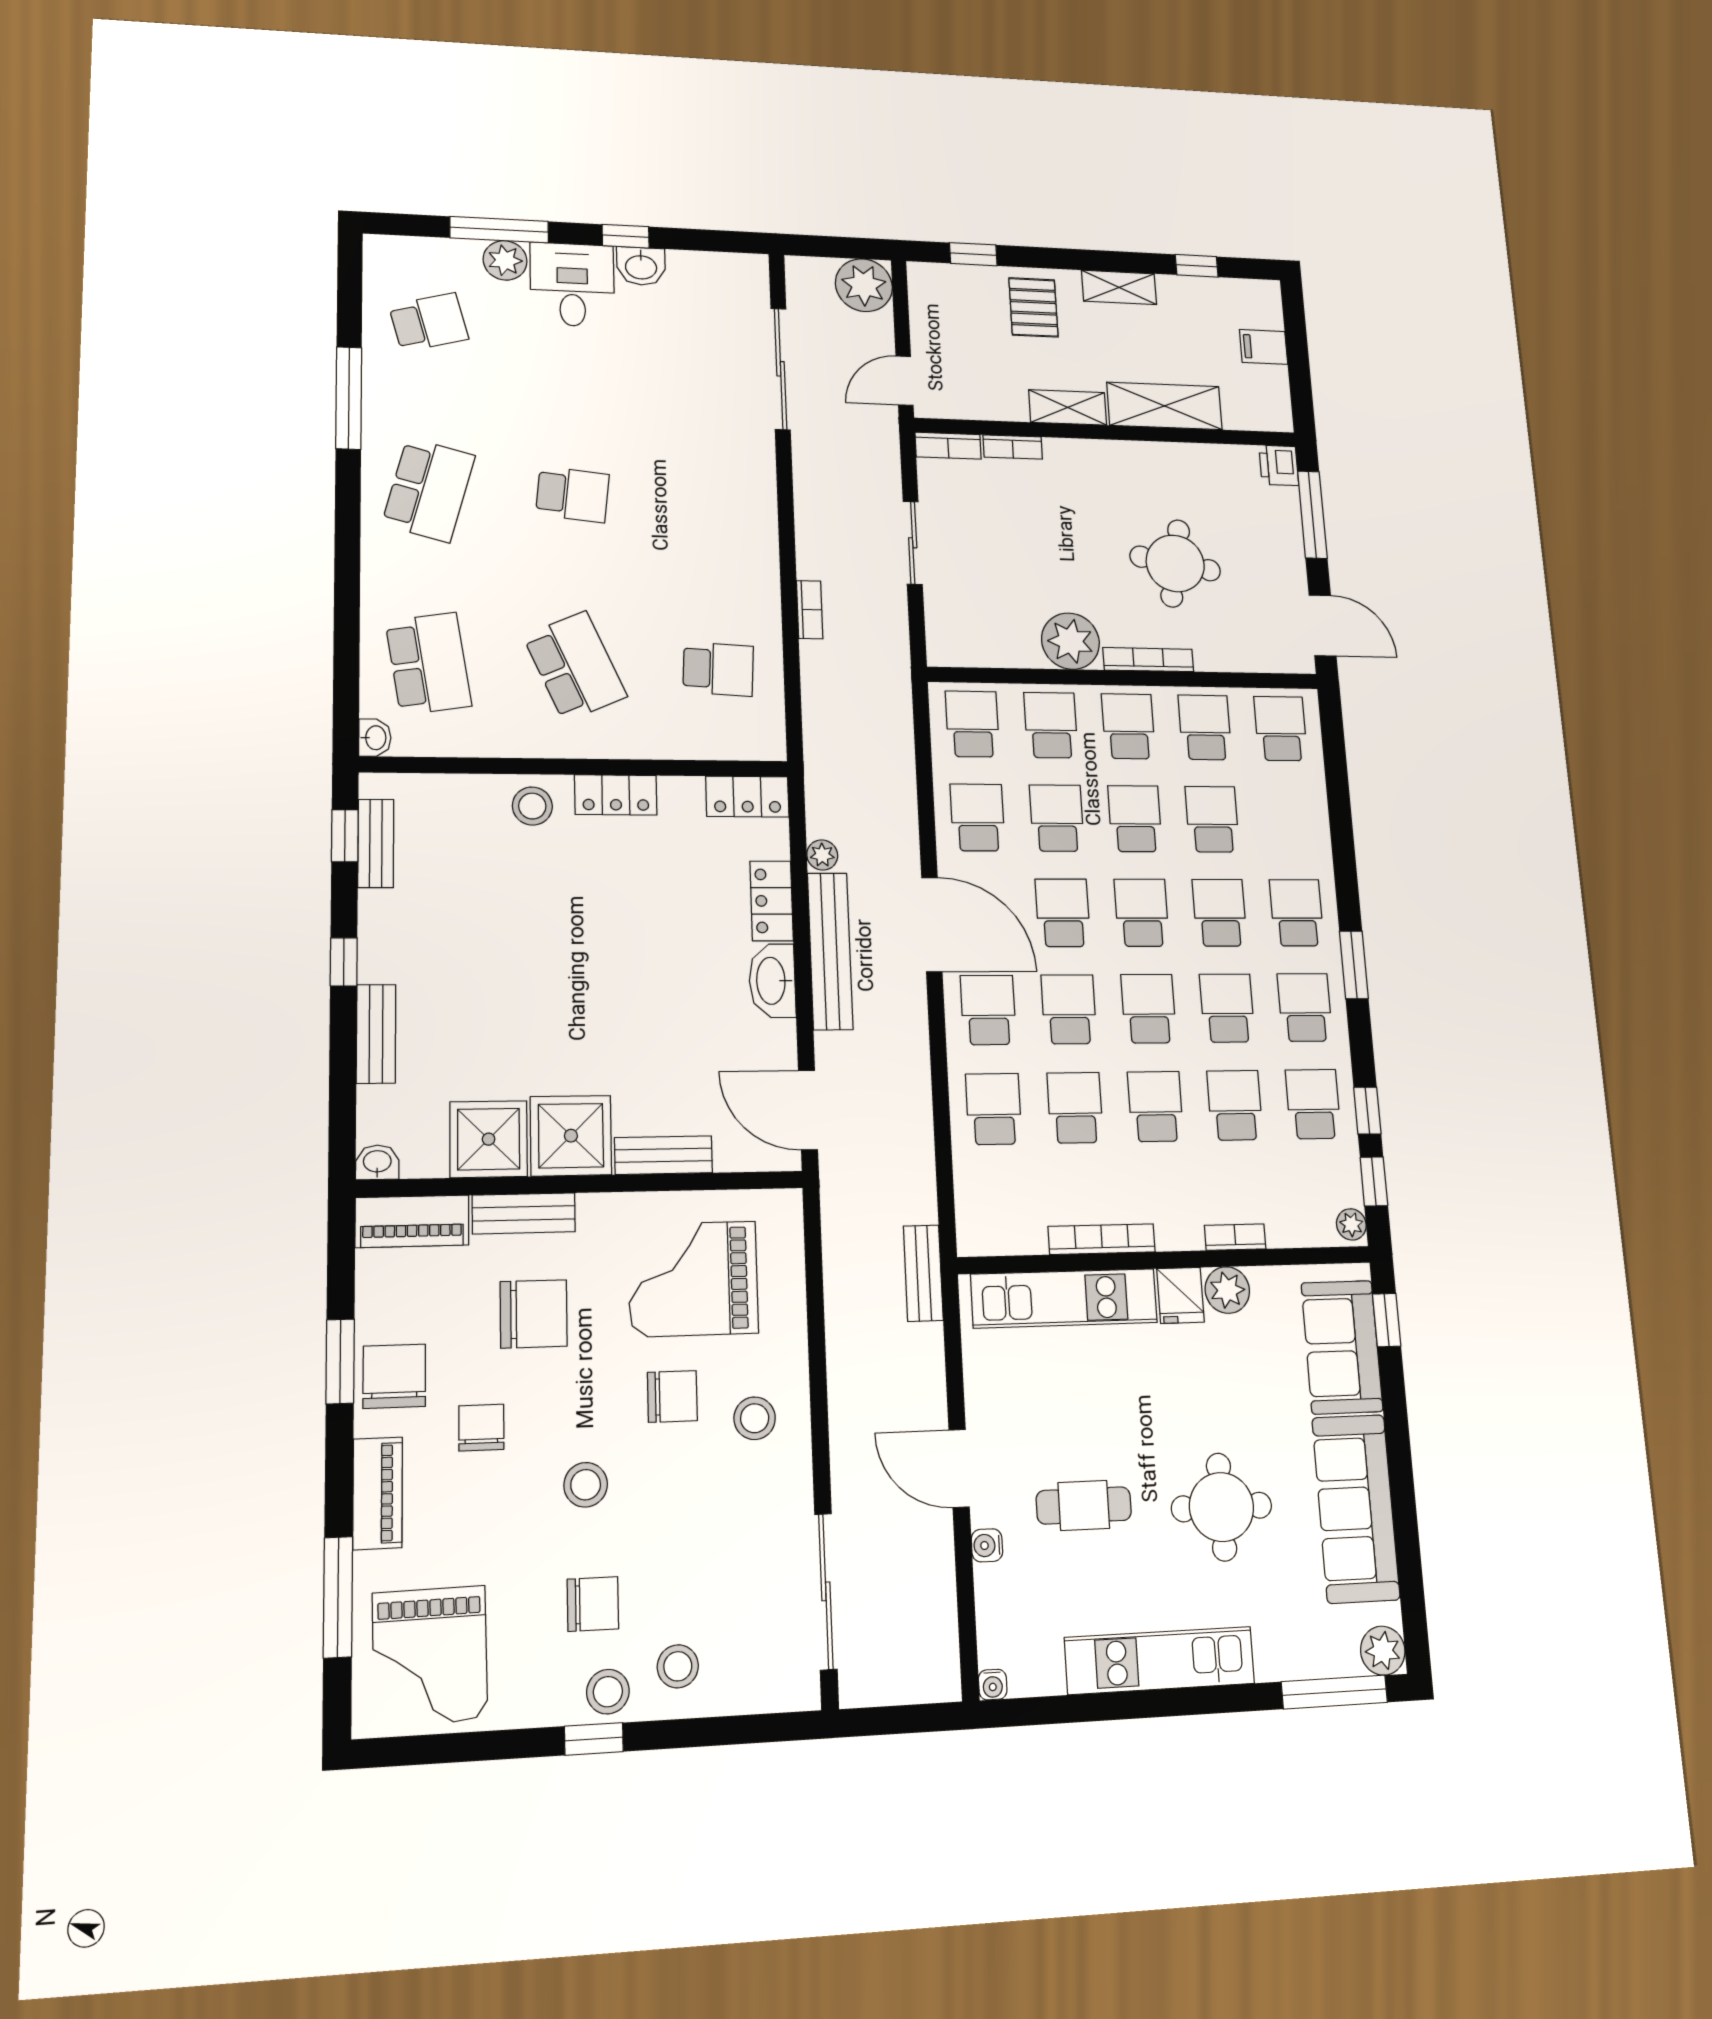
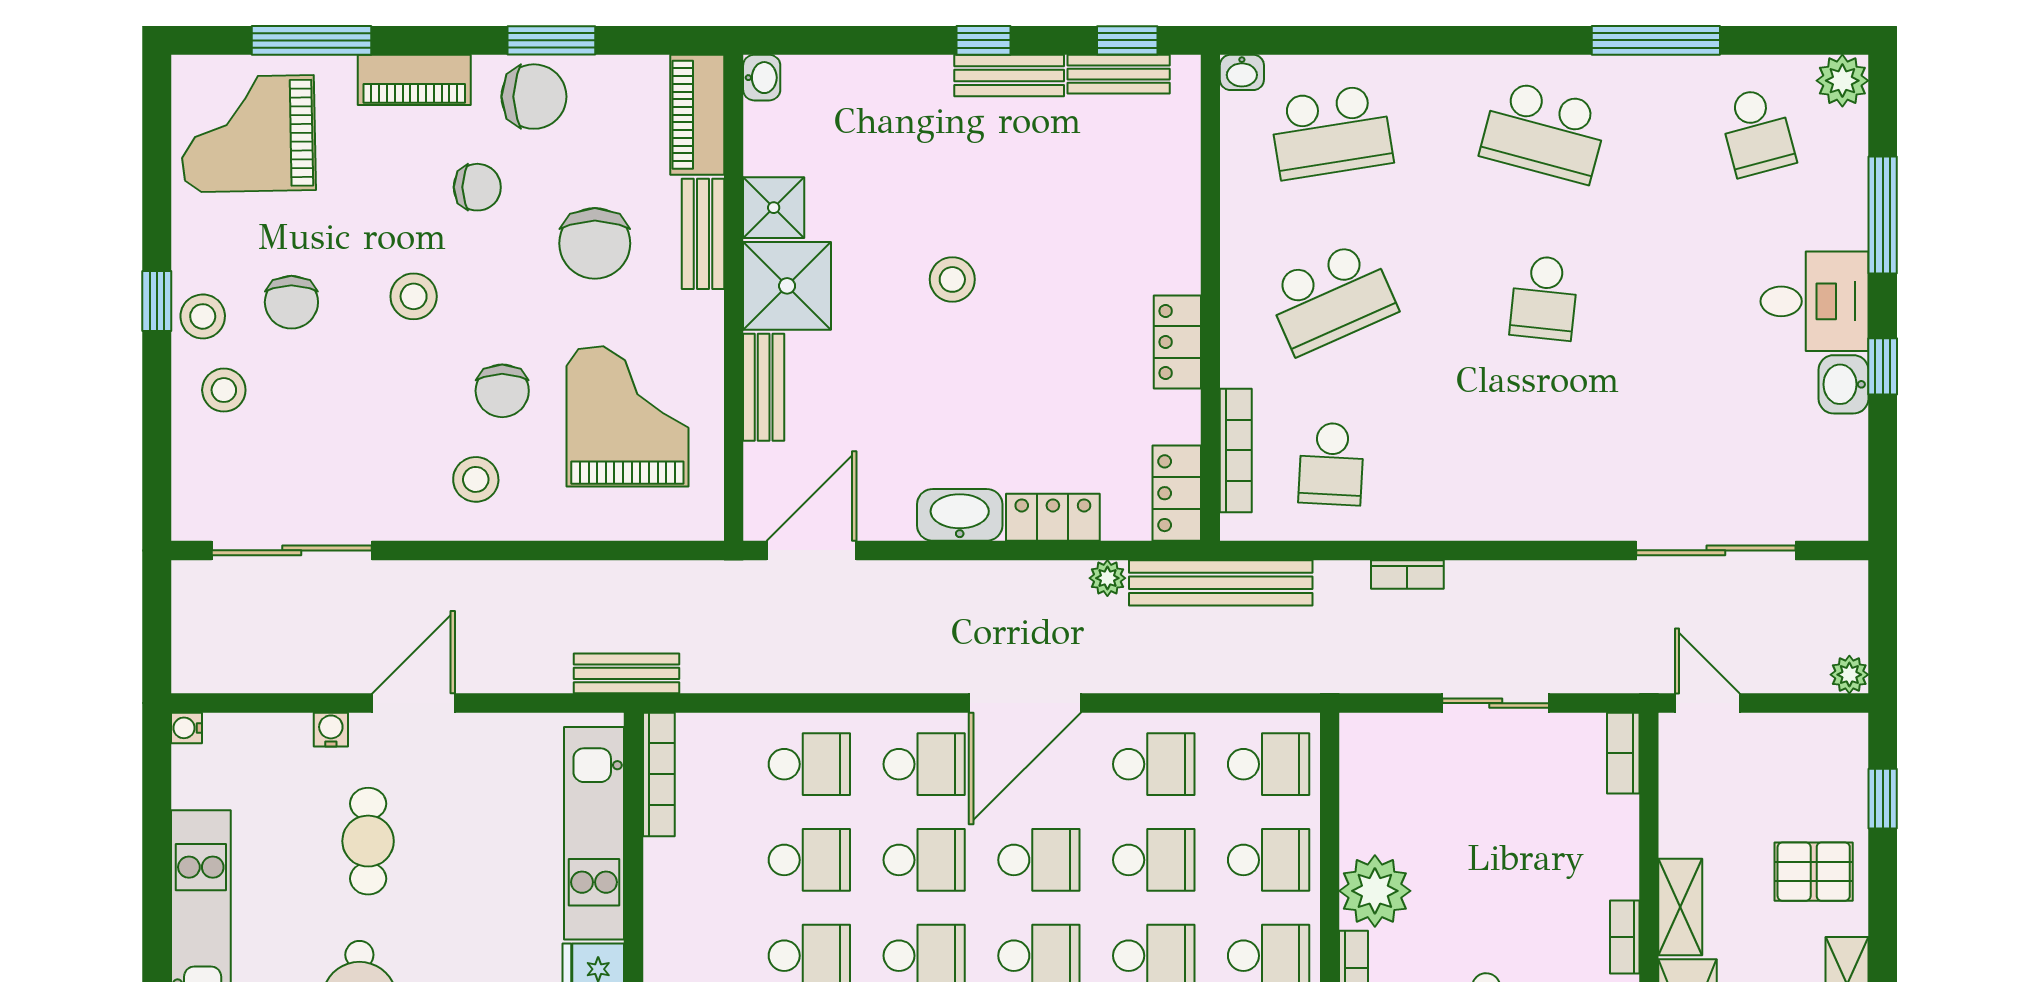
plant: (505, 260) -> (1842, 81), moved
plant: (864, 285) -> (1849, 675), width x0.53, depth x0.53
bookcase: (1013, 447) -> (1625, 937), moved
bookcase: (709, 747) -> (1236, 450), added
stool: (532, 806) -> (952, 279), moved
bench: (830, 951) -> (1221, 583), moved
bench: (376, 1034) -> (1009, 76), moved
shower: (489, 1139) -> (774, 208), width x0.73, depth x0.73
bookcase: (1102, 1239) -> (659, 774), moved

